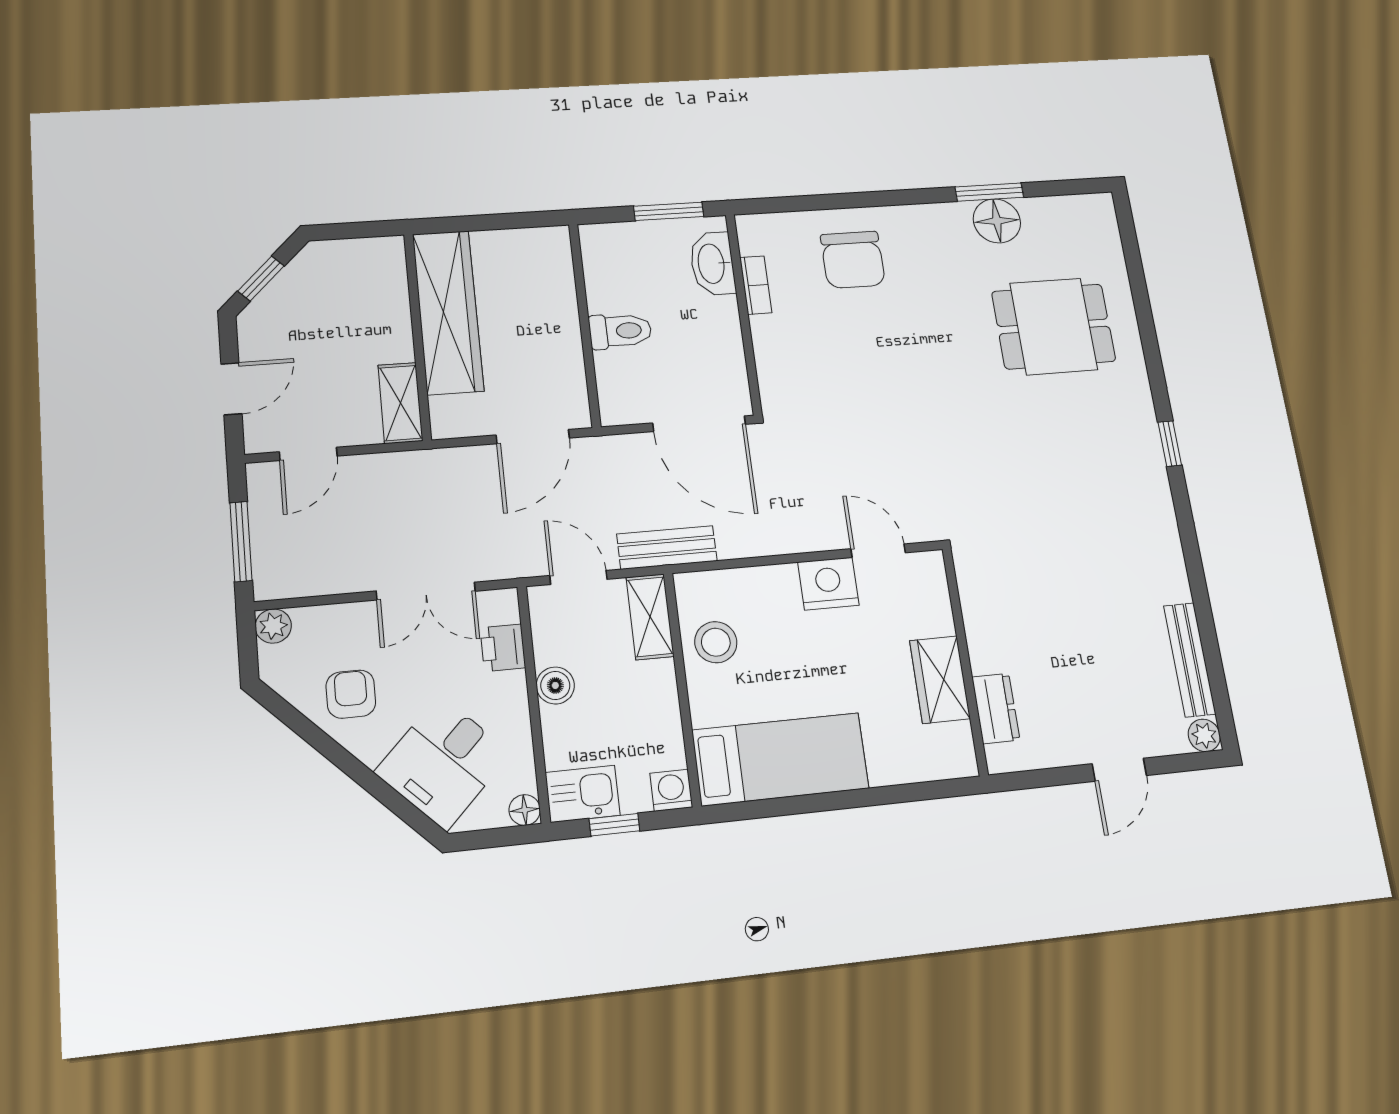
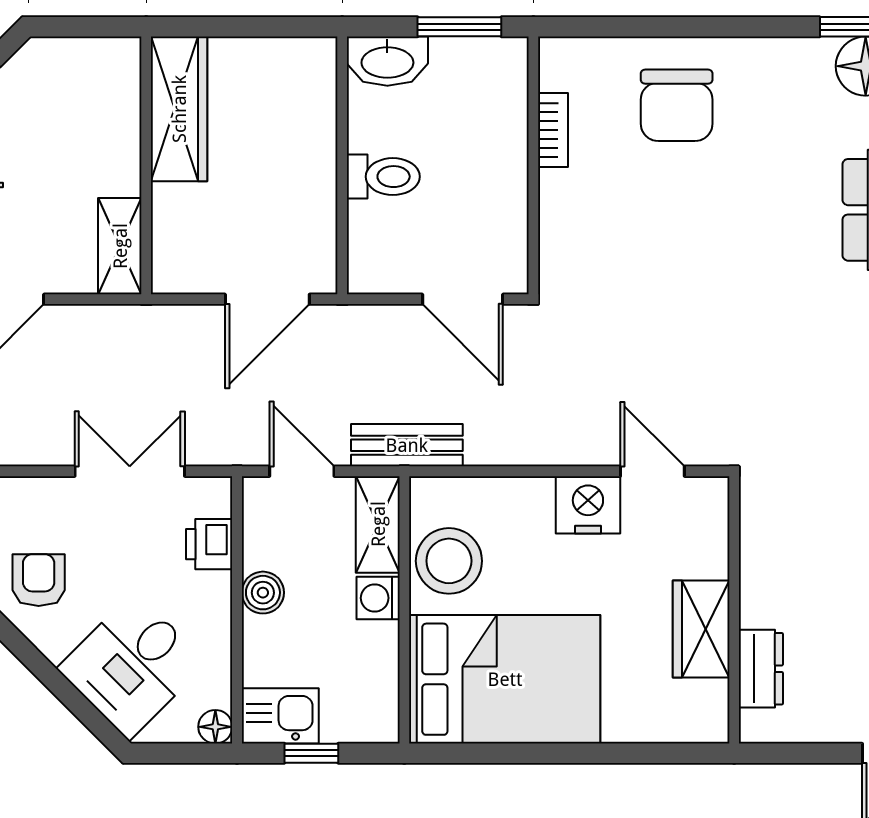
washbasin: (712, 264) -> (387, 61), moved, turned -90
wardrobe: (448, 312) -> (179, 109), width x0.71, depth x0.85
door: (699, 424) -> (463, 299), width x0.73
double door: (426, 591) -> (130, 471), swing flipped
stool: (716, 642) -> (449, 561), width x1.38, depth x1.38
bed: (780, 759) -> (505, 679), width x1.50
washing machine: (671, 790) -> (378, 598), moved, turned -90

